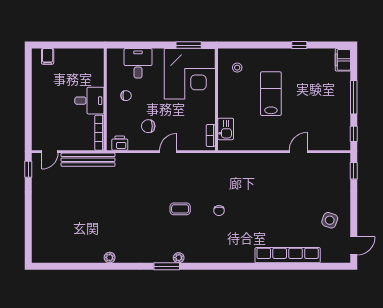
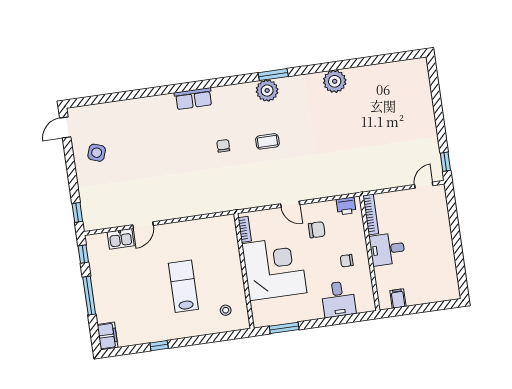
filing cabinet: (48, 56) -> (398, 299), moved
corner desk: (190, 74) -> (274, 268), moved, turned 90
lab bench: (271, 94) -> (183, 286), turned 180
kitchen sink: (226, 129) -> (121, 239), moved, turned -90
door: (168, 152) -> (290, 204), hinge flipped
bench: (88, 160) -> (379, 182), removed
row of seats: (288, 255) -> (193, 99), moved, width x0.50
plant: (110, 257) -> (335, 81), width x1.87, depth x1.87
plant: (179, 258) -> (267, 90), width x1.88, depth x1.88

